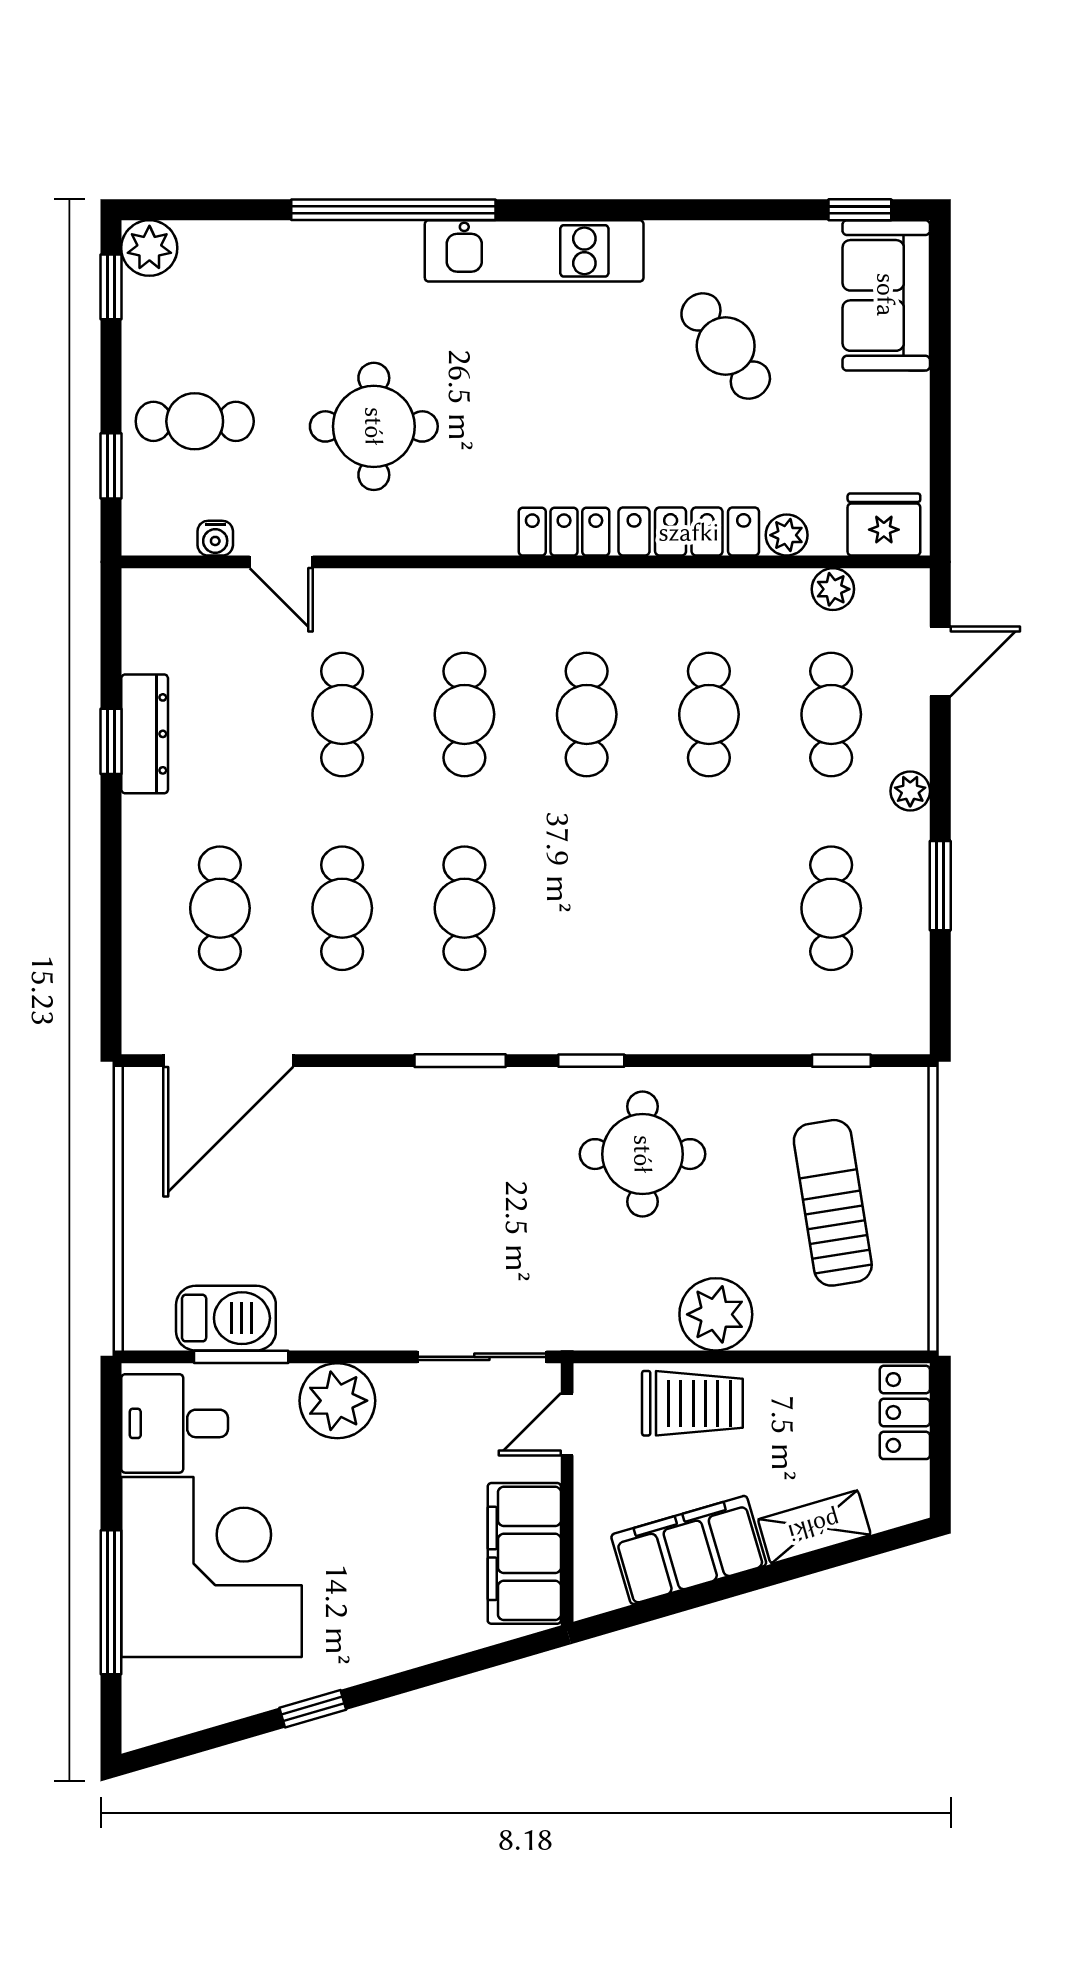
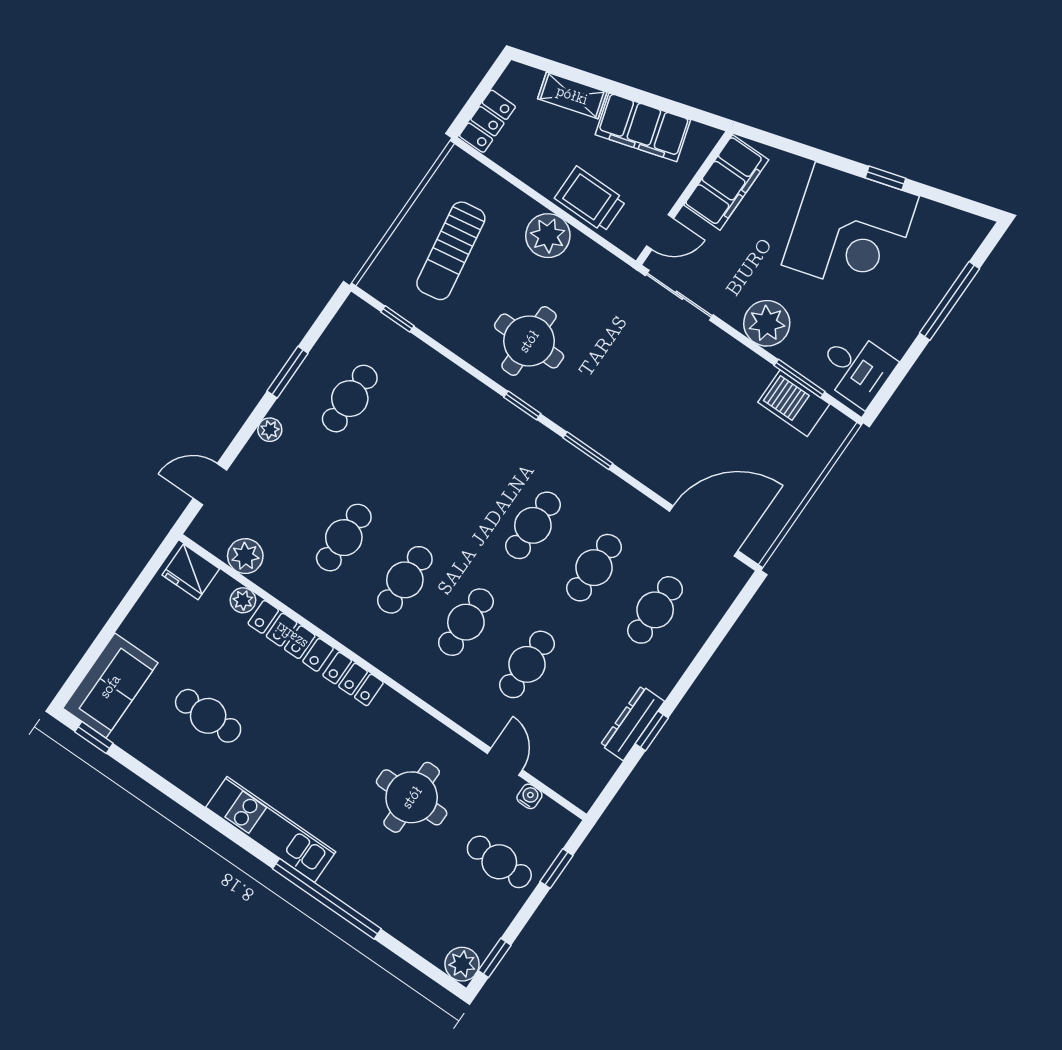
cafe table: (726, 346) -> (208, 716), turned -54
plant: (833, 589) -> (245, 556), width x1.38, depth x1.38
cafe table: (831, 714) -> (283, 495), removed
corner desk: (211, 1567) -> (850, 231), moved, turned -106

